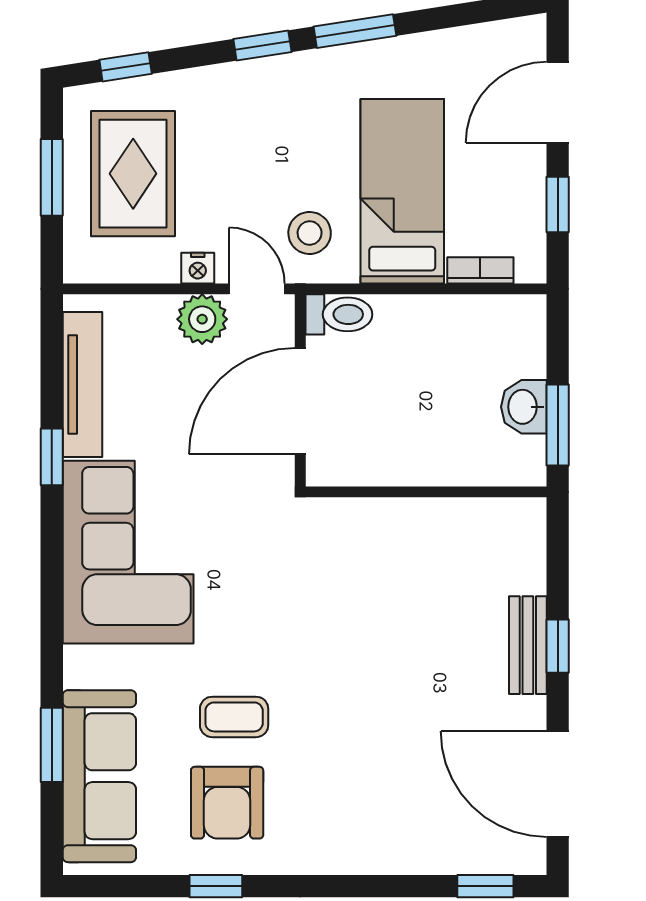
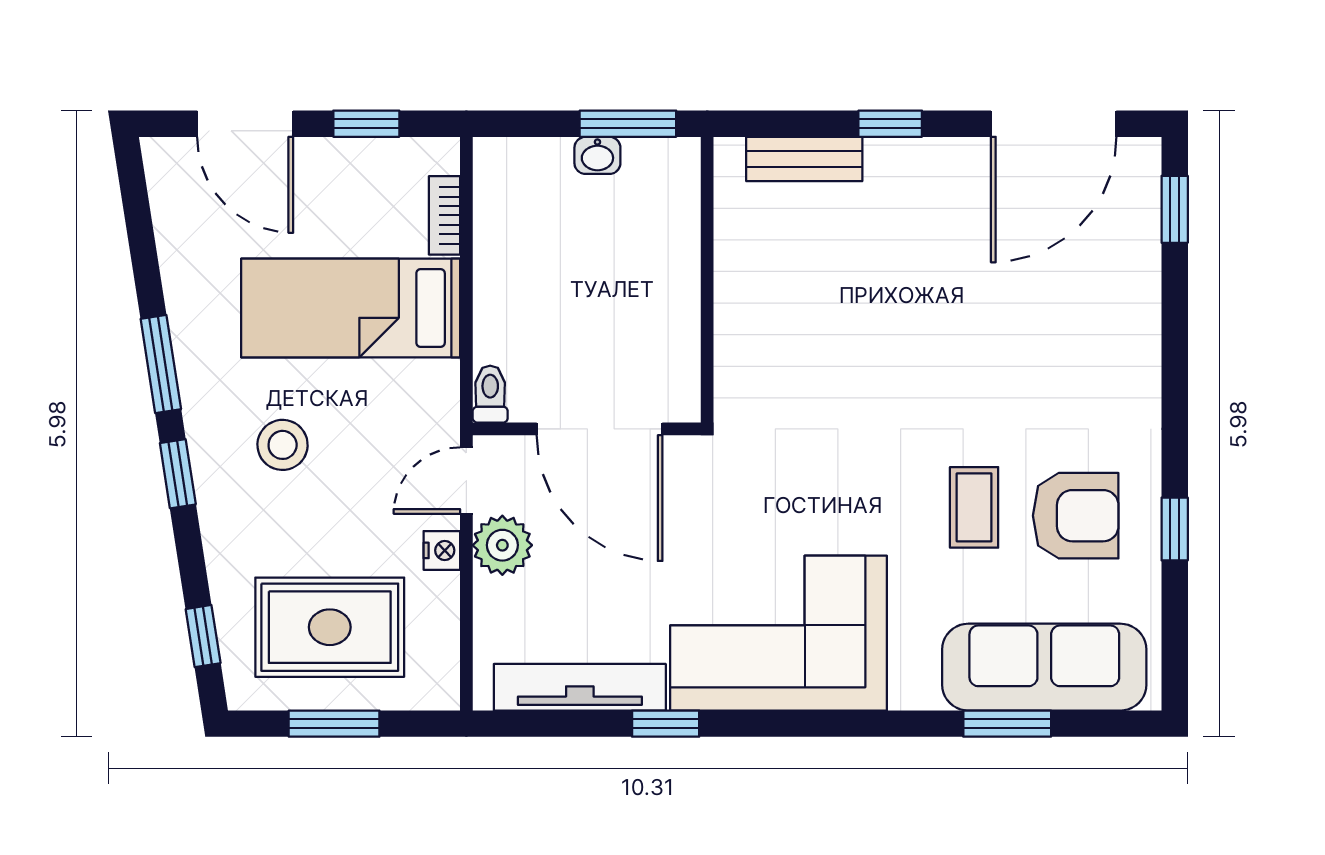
stool: (310, 233) -> (283, 445), moved
toilet: (339, 314) -> (490, 394), width x0.73, depth x0.72
washbasin: (524, 407) -> (597, 155), width x0.72, depth x0.69
bench: (528, 645) -> (804, 159), moved

